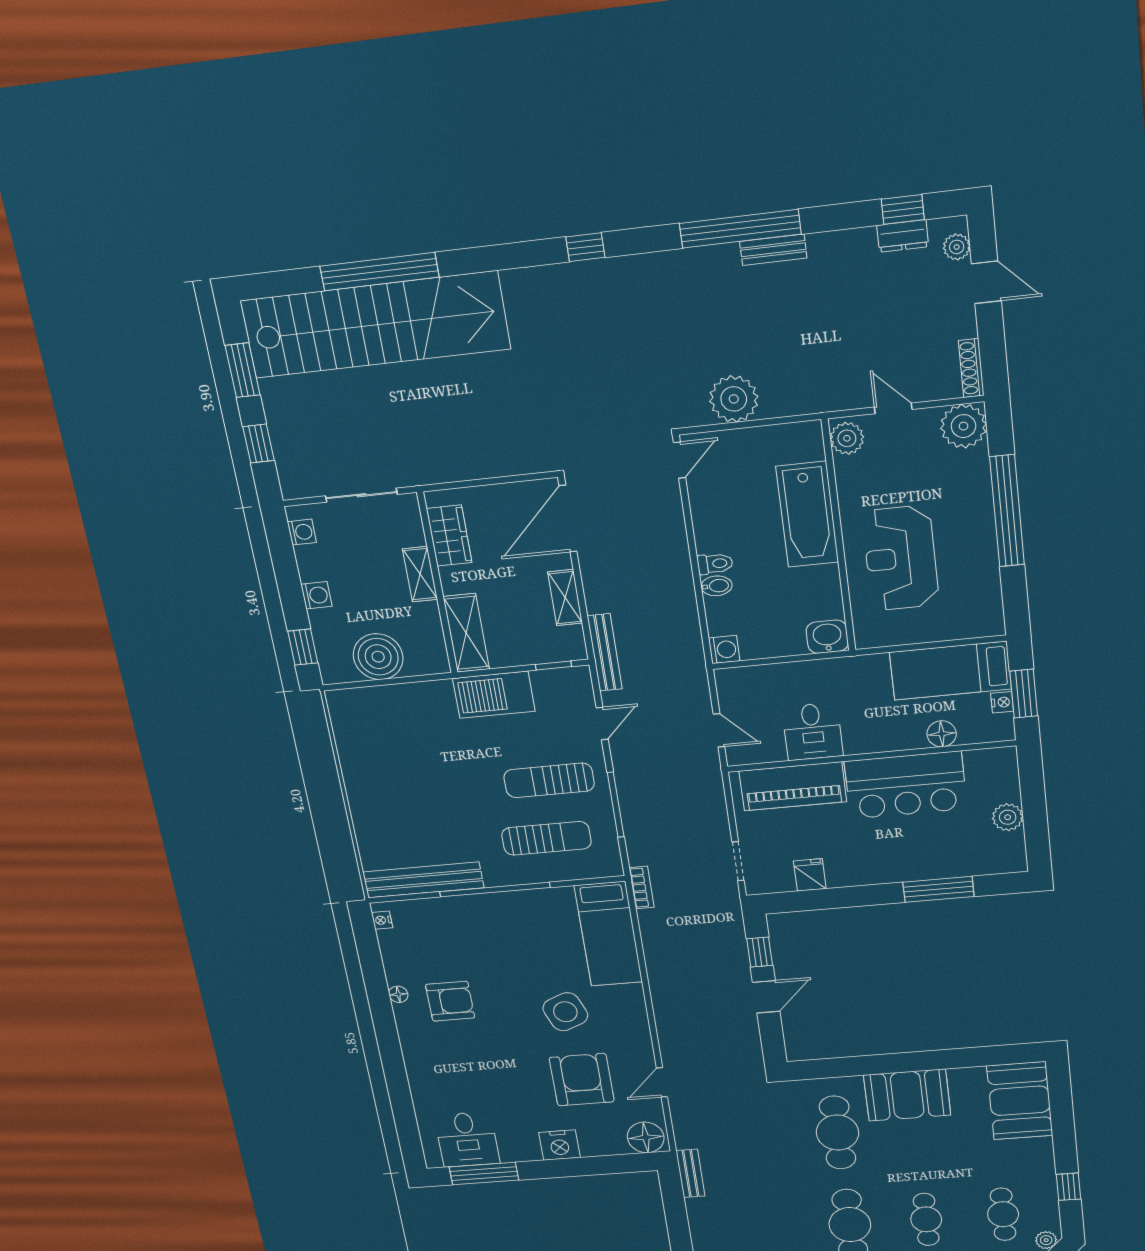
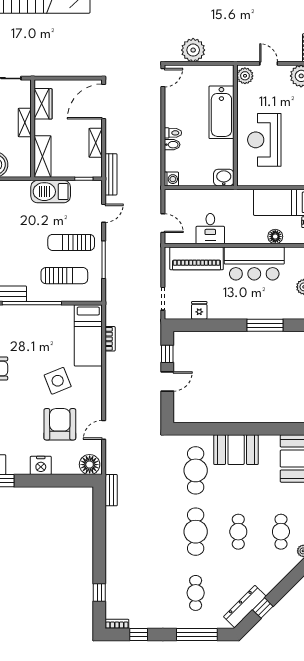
bookcase: (642, 887) -> (110, 339), moved

